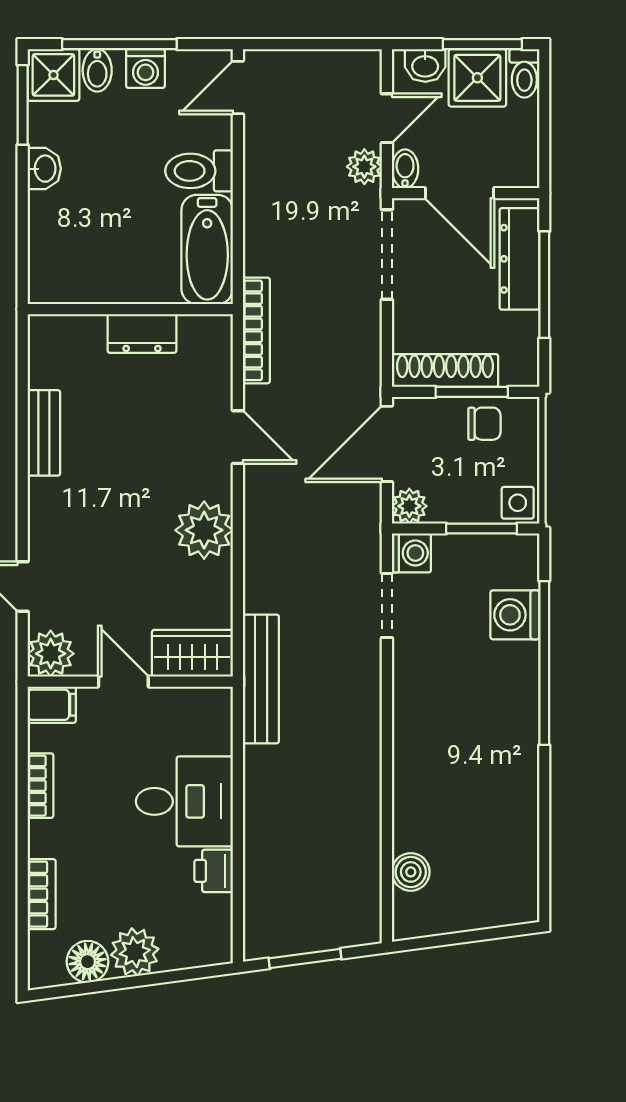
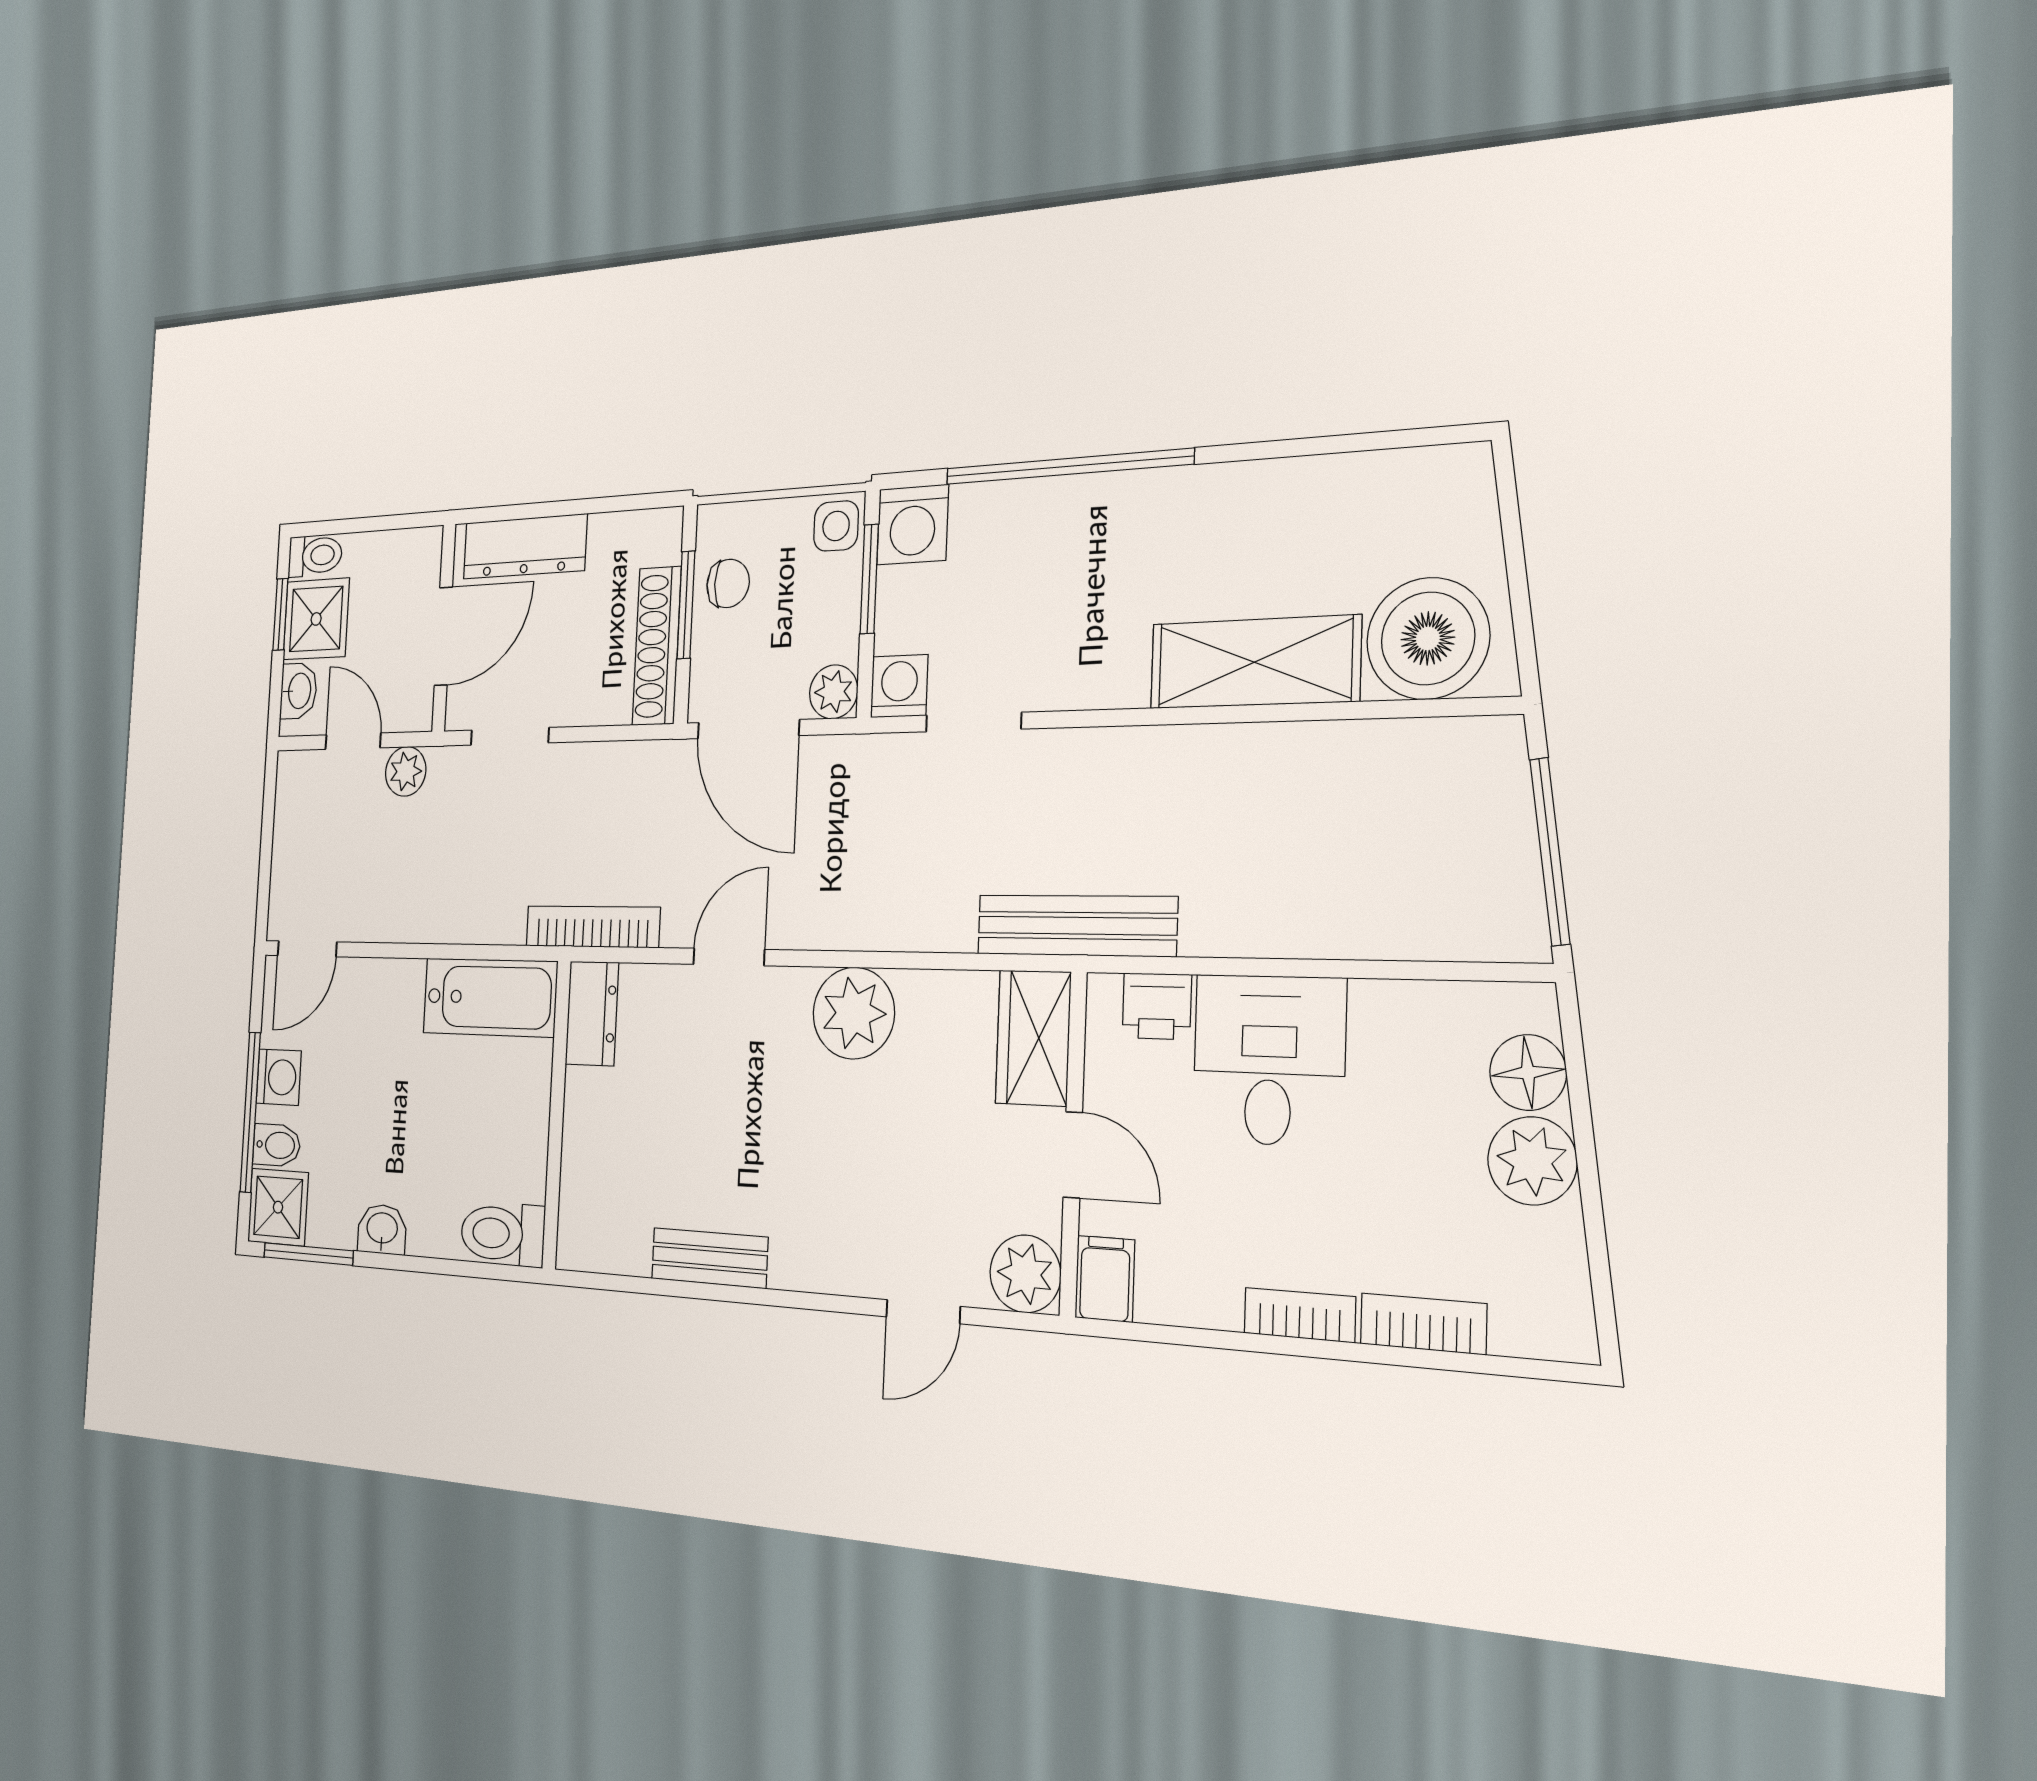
window: (482, 44) -> (280, 614), width x0.67
door: (238, 87) -> (307, 949), hinge flipped
bidet: (405, 169) -> (411, 714), removed
toilet: (199, 171) -> (503, 1234), moved, turned 90
doorway: (387, 255) -> (510, 736), width x0.73
window: (544, 285) -> (558, 509), removed
dresser: (142, 333) -> (592, 1013), moved
chair: (484, 424) -> (728, 583), turned 90
washing machine: (515, 615) -> (913, 525), moved
door: (123, 682) -> (1073, 1155), swing flipped
bookcase: (40, 786) -> (1300, 1315), moved
shelving: (417, 786) -> (1254, 662), added
printer: (214, 871) -> (1157, 1006), moved
boiler: (411, 872) -> (1428, 638), width x1.86, depth x1.86
window: (305, 958) -> (1550, 851), width x1.44
floor lamp: (88, 962) -> (1528, 1072), moved

